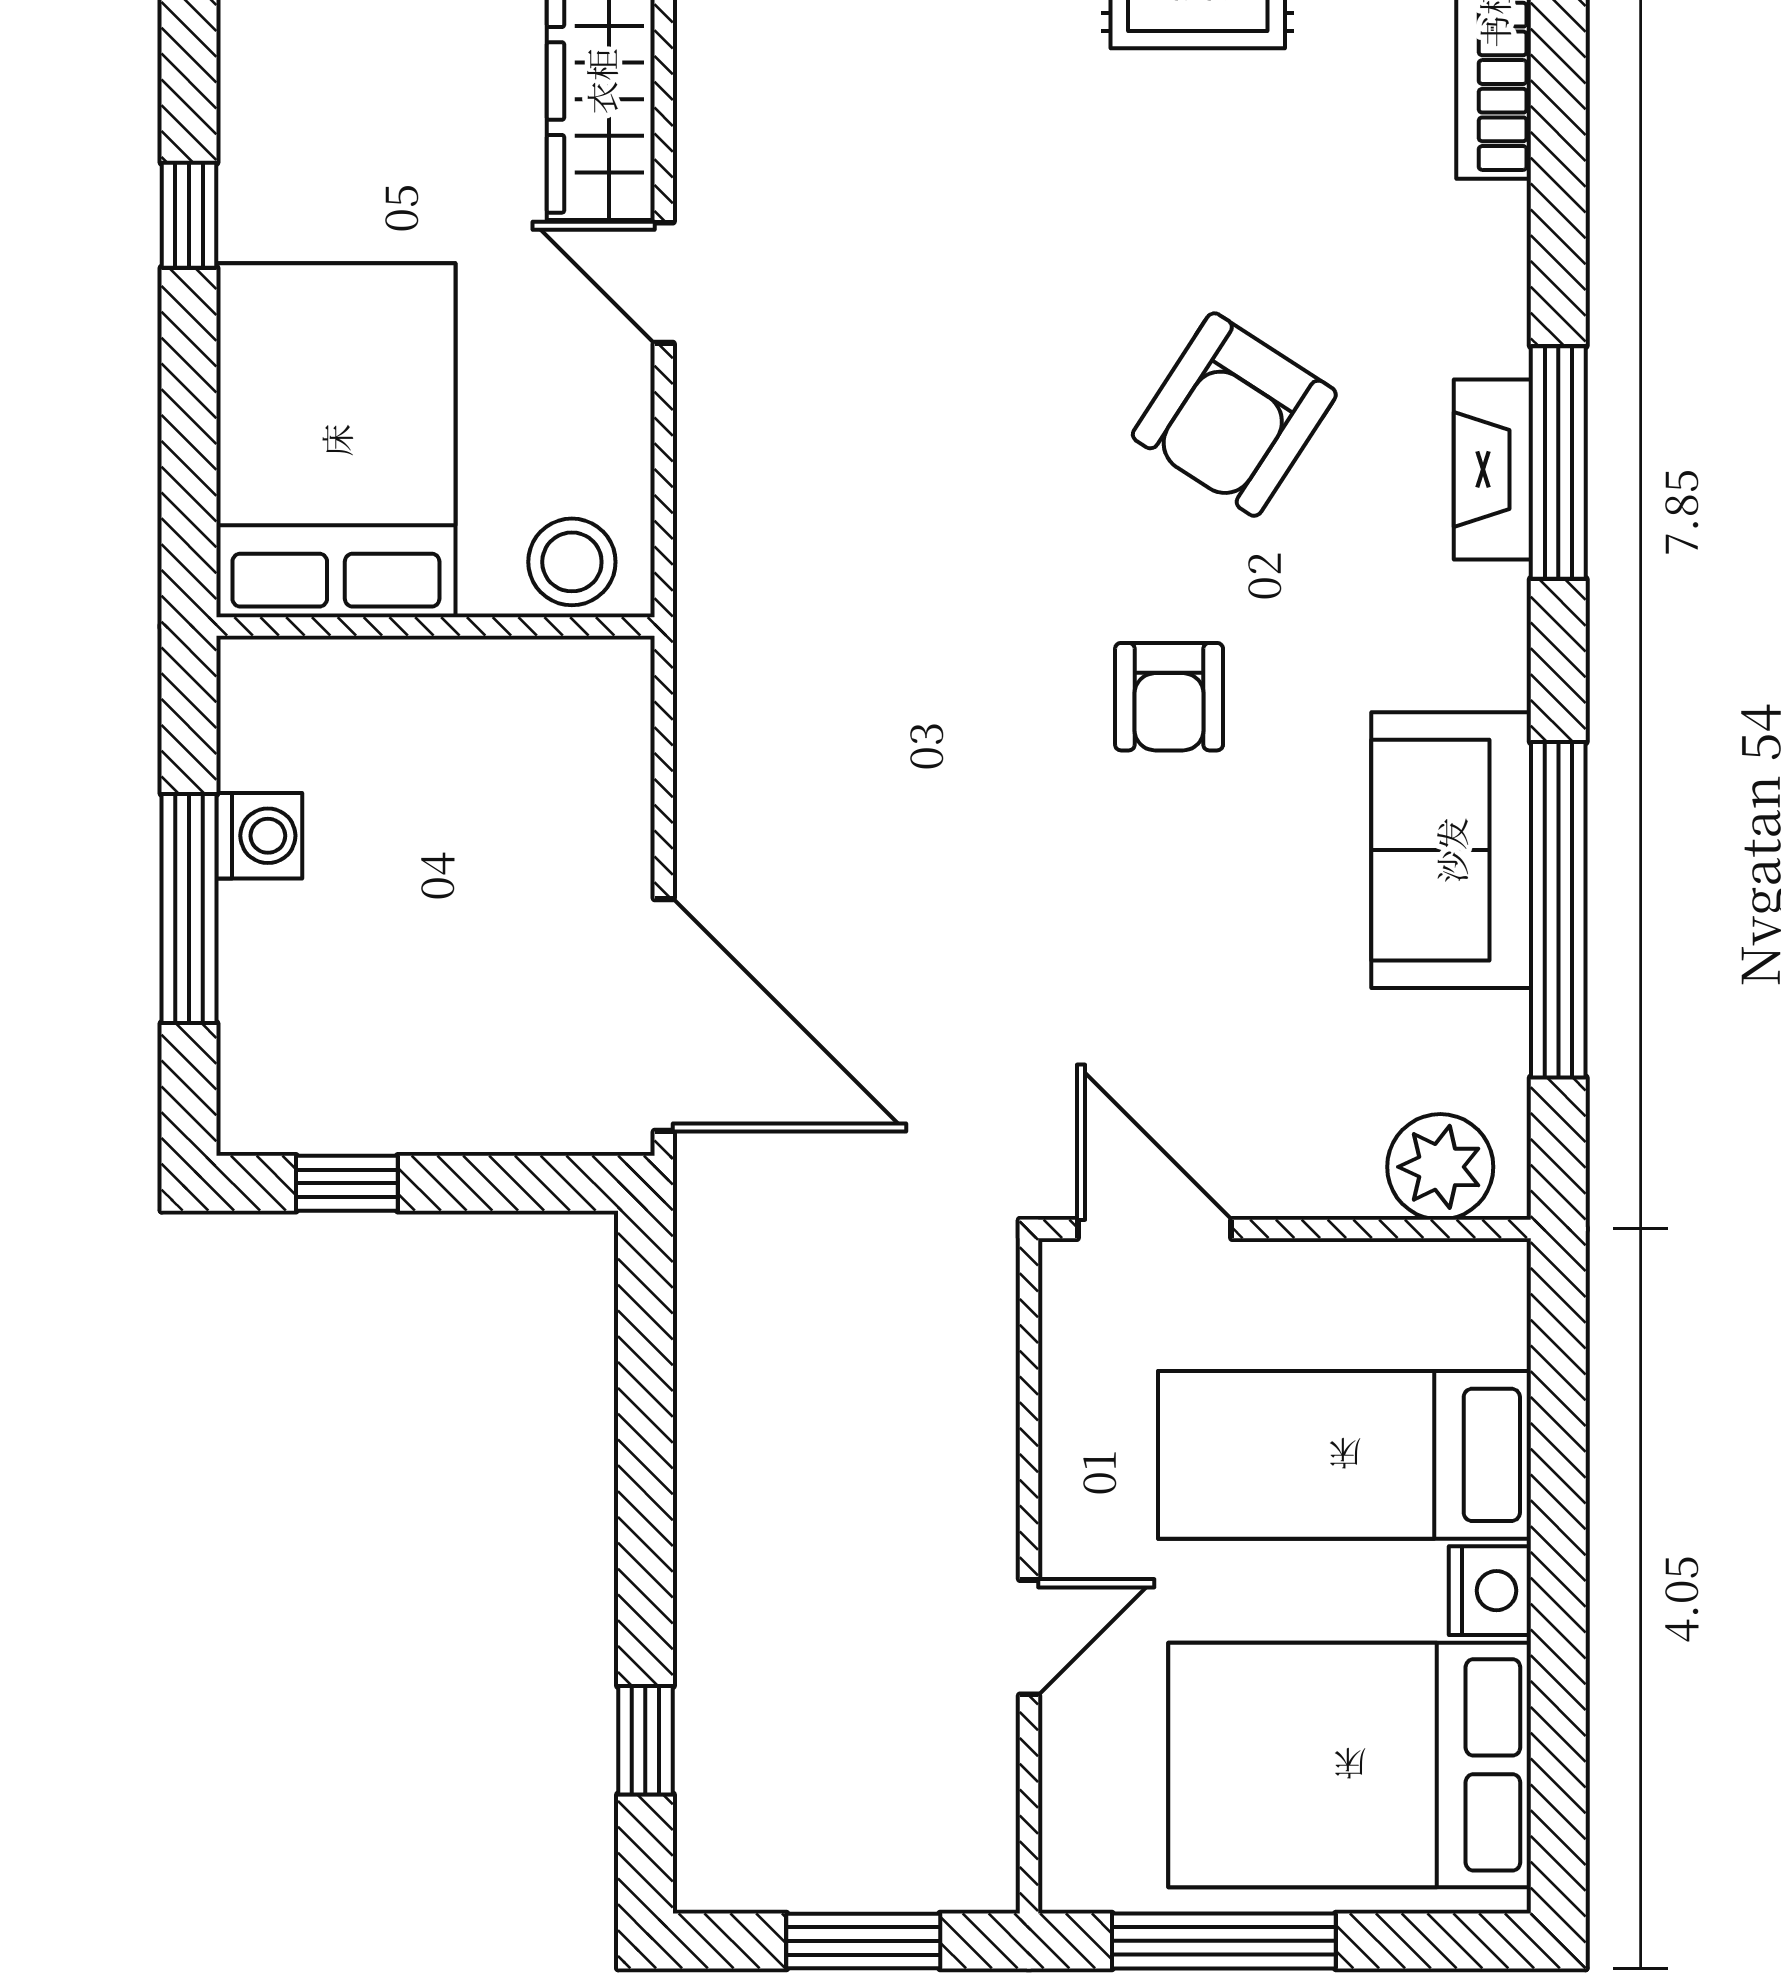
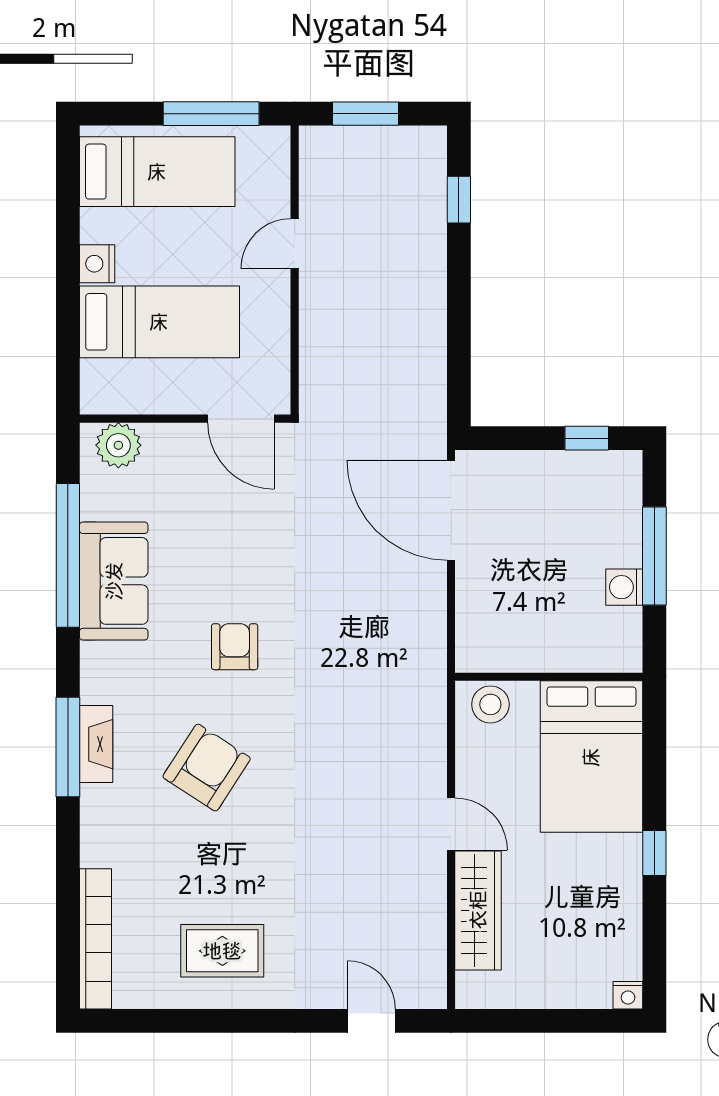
bed: (1350, 1765) -> (157, 172), width x0.67

